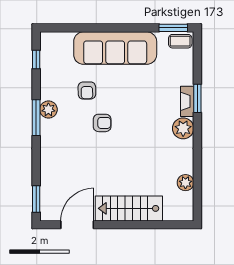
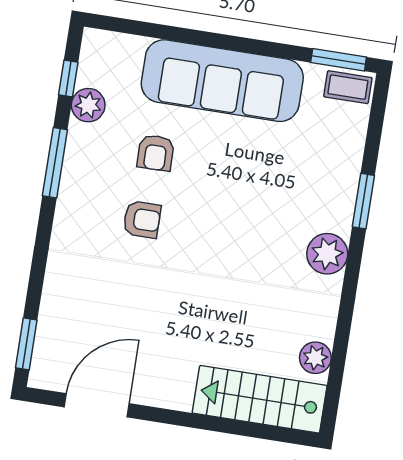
fireplace: (187, 101) -> (343, 204), removed
plant: (48, 109) -> (88, 105), moved
window: (36, 118) -> (55, 163), moved
armchair: (102, 123) -> (142, 219), moved
stairs: (129, 208) -> (260, 399), moved

